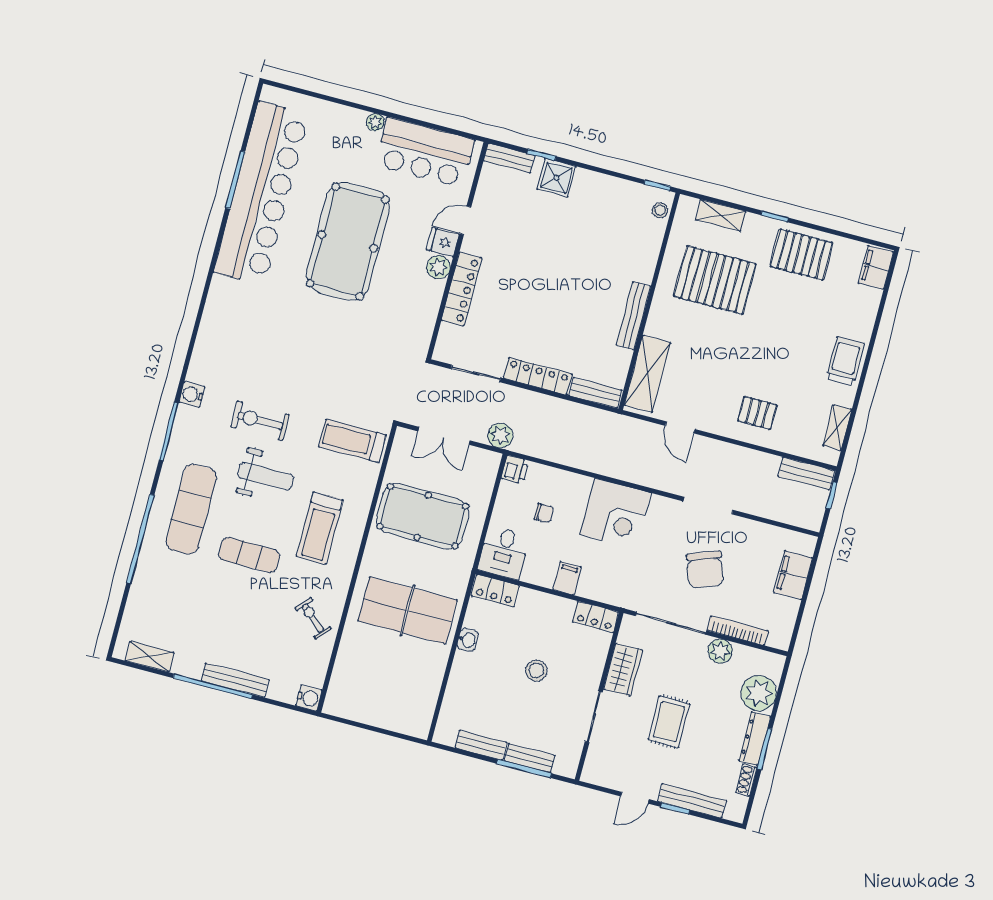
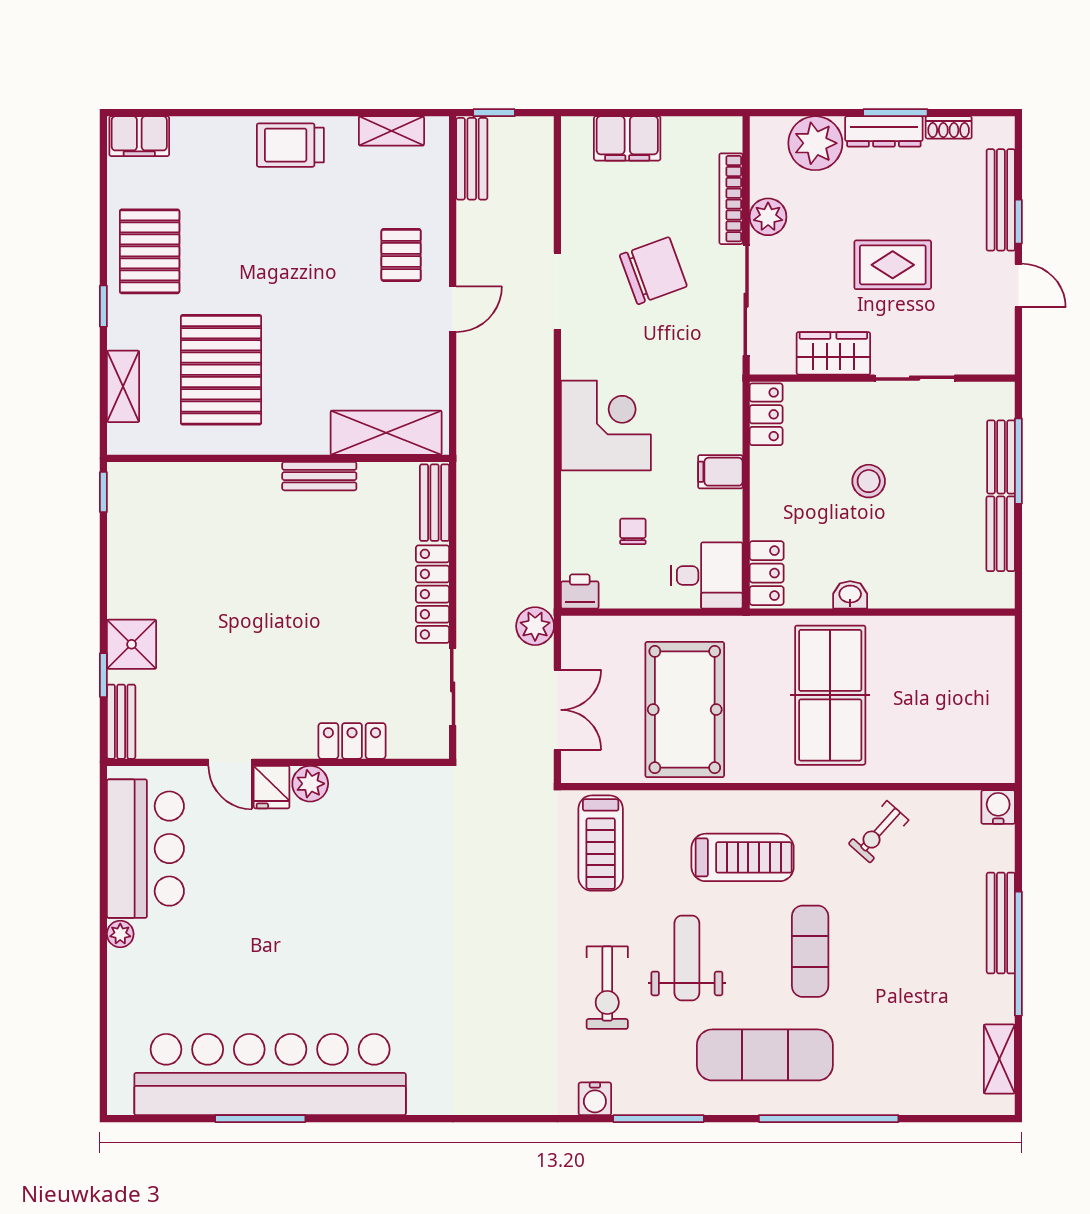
stool: (660, 210) -> (139, 478), removed
pool table: (348, 241) -> (307, 928), removed
locker: (462, 289) -> (352, 741), width x0.66
bench: (633, 316) -> (319, 476), width x0.73
door: (680, 427) -> (453, 309), moved

